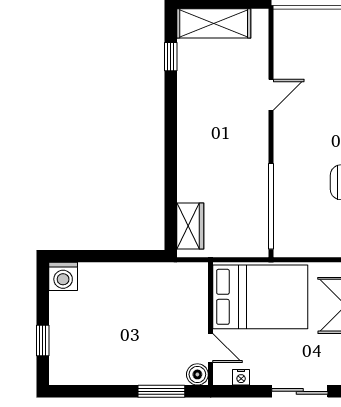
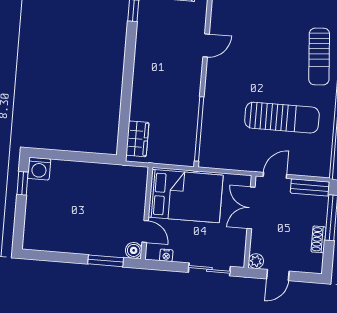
window: (43, 340) -> (23, 183), moved

